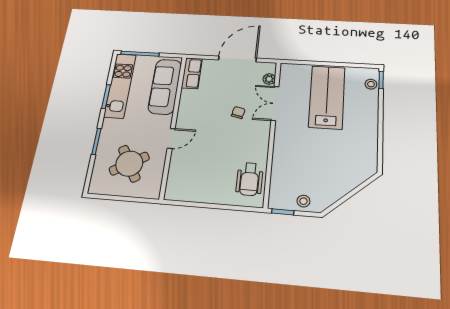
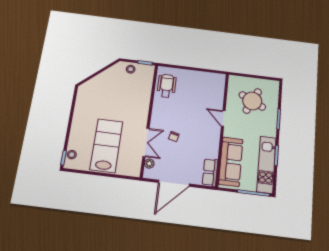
lab bench: (327, 97) -> (106, 146), turned 180
door: (171, 138) -> (223, 118), hinge flipped
round table: (129, 164) -> (252, 101), turned -34

